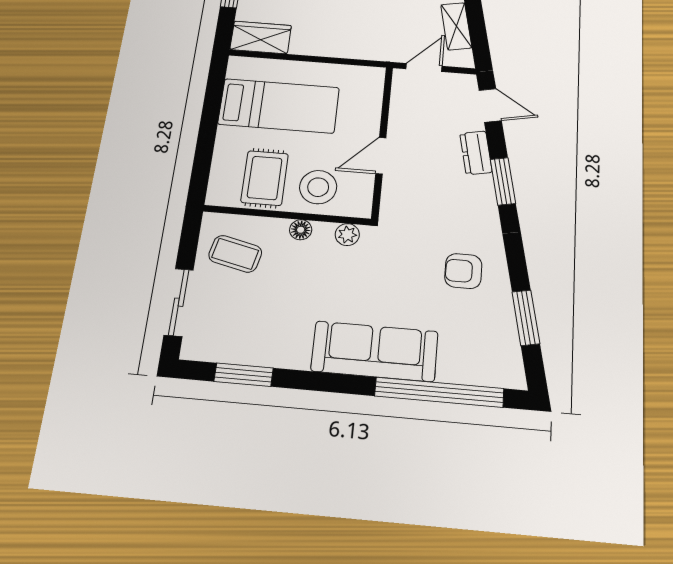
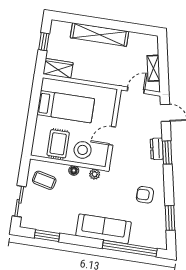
dresser: (476, 153) -> (157, 149), moved

